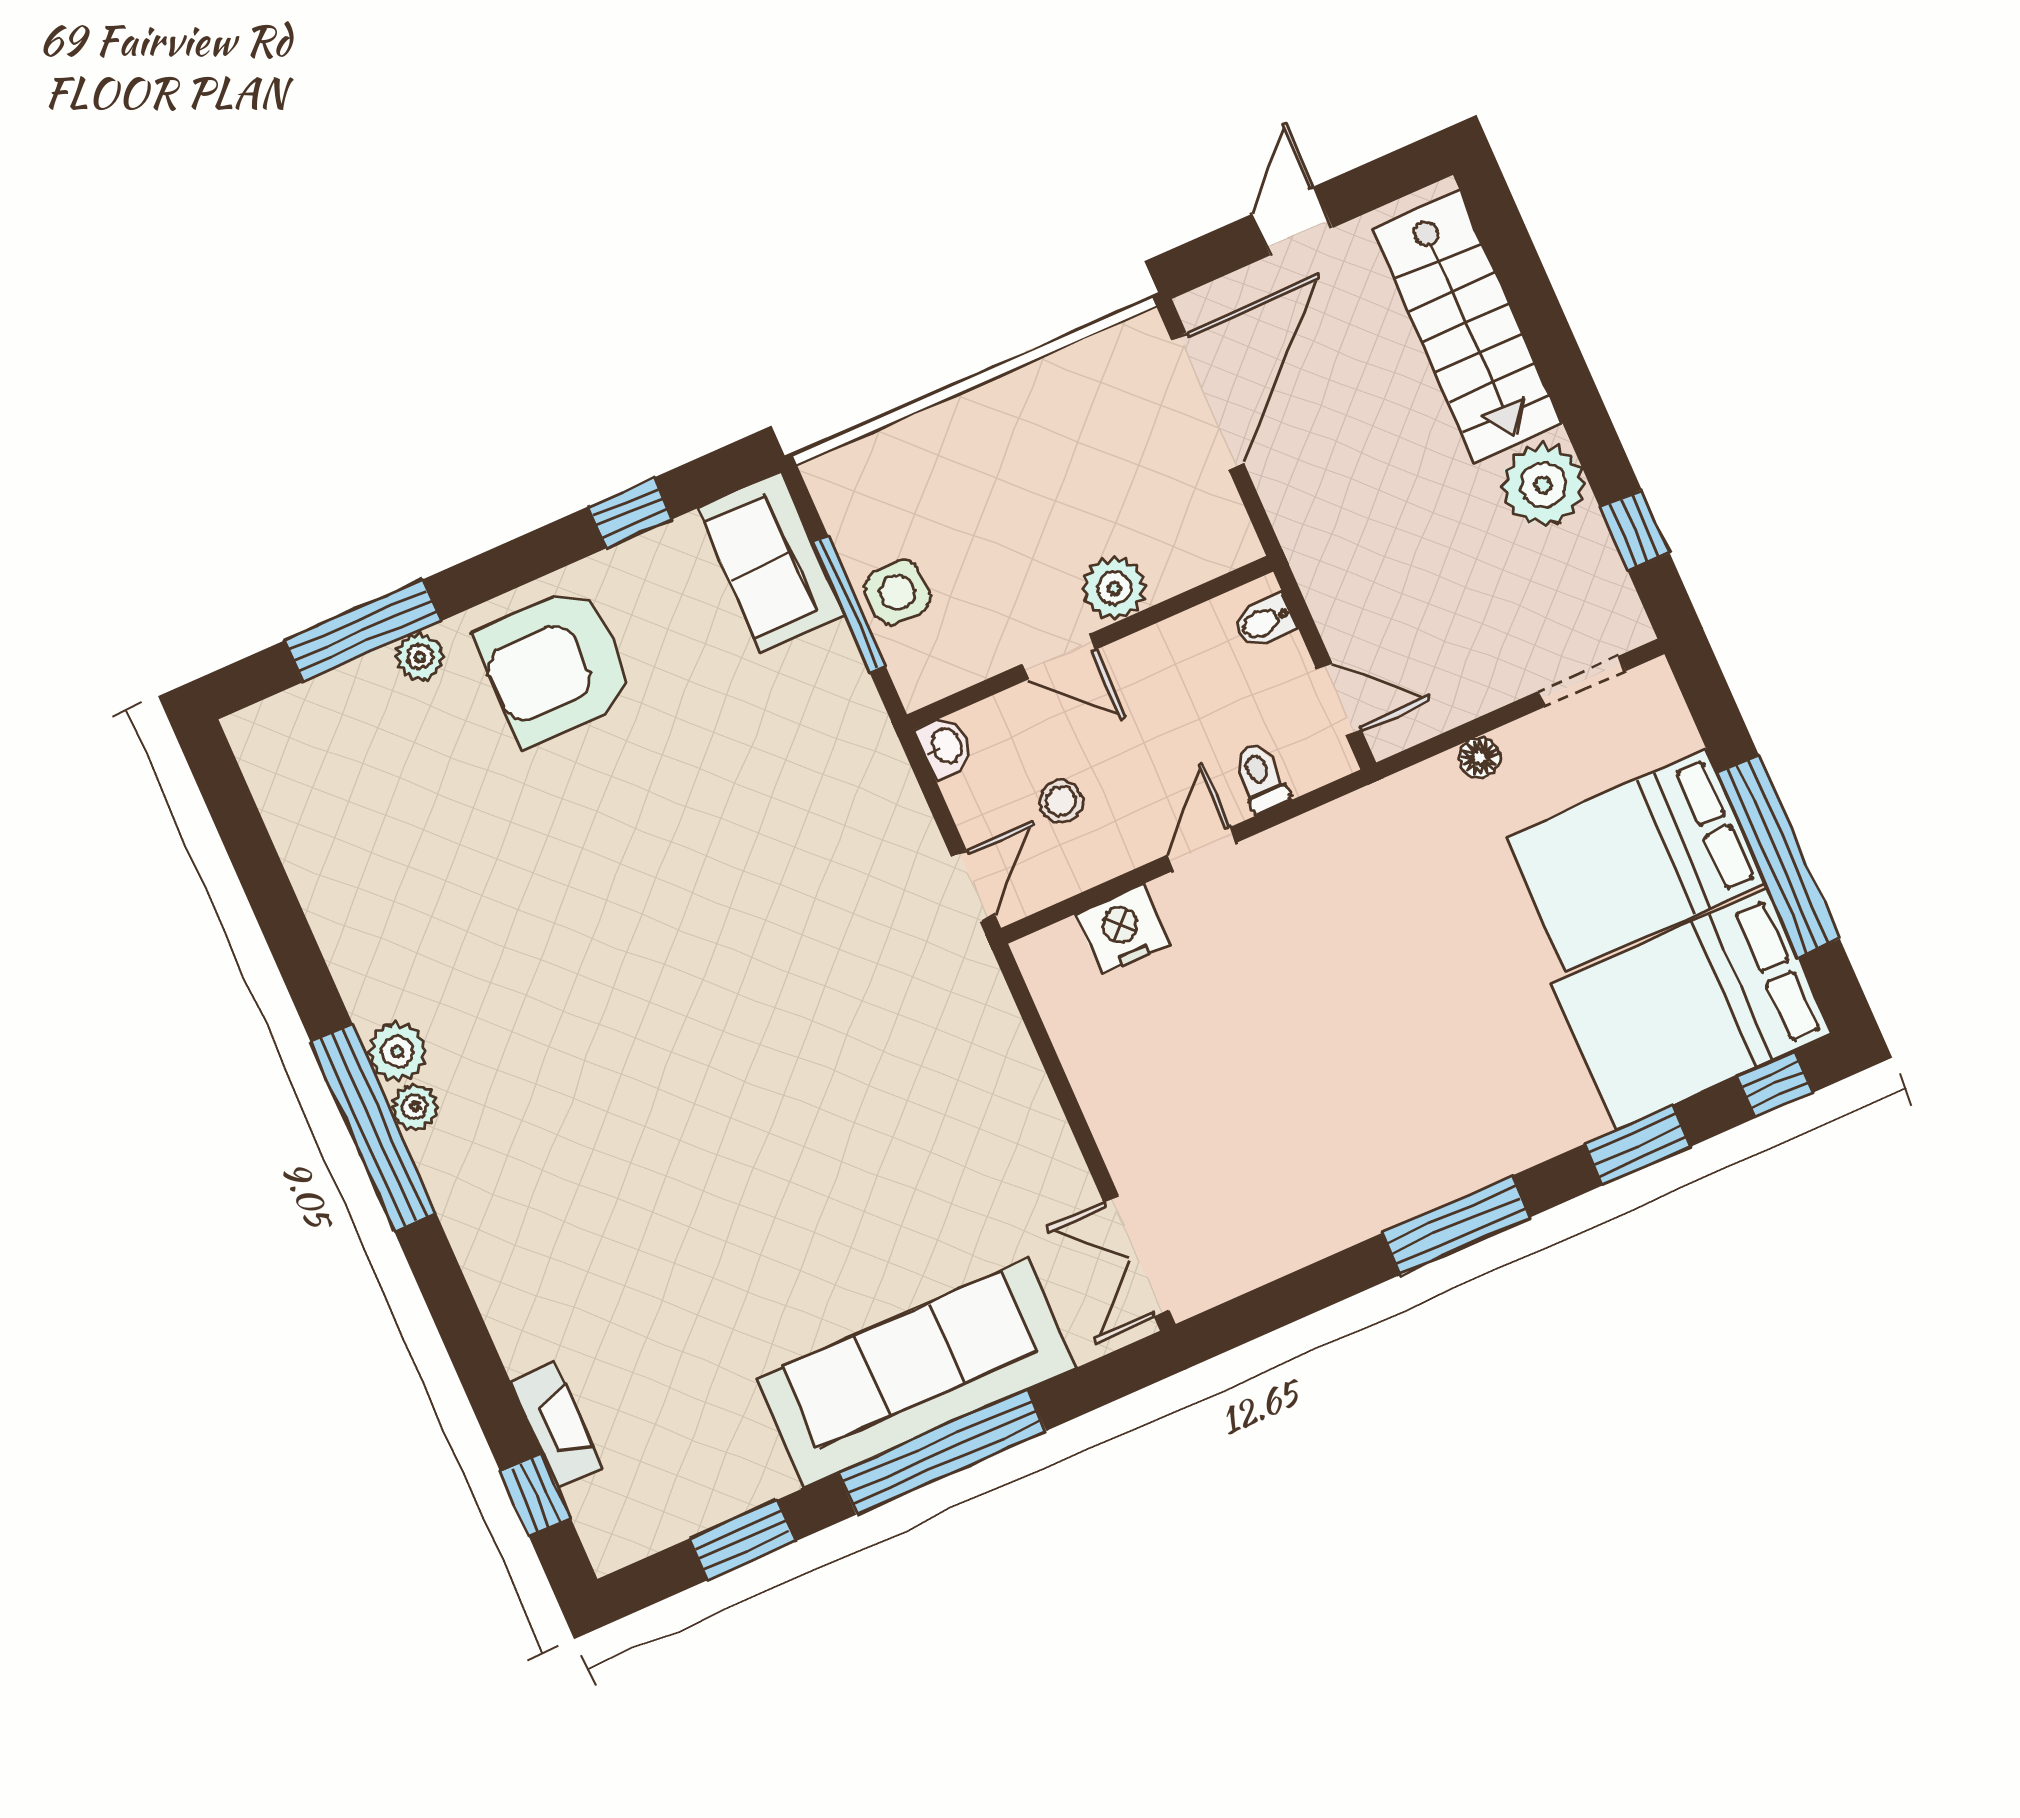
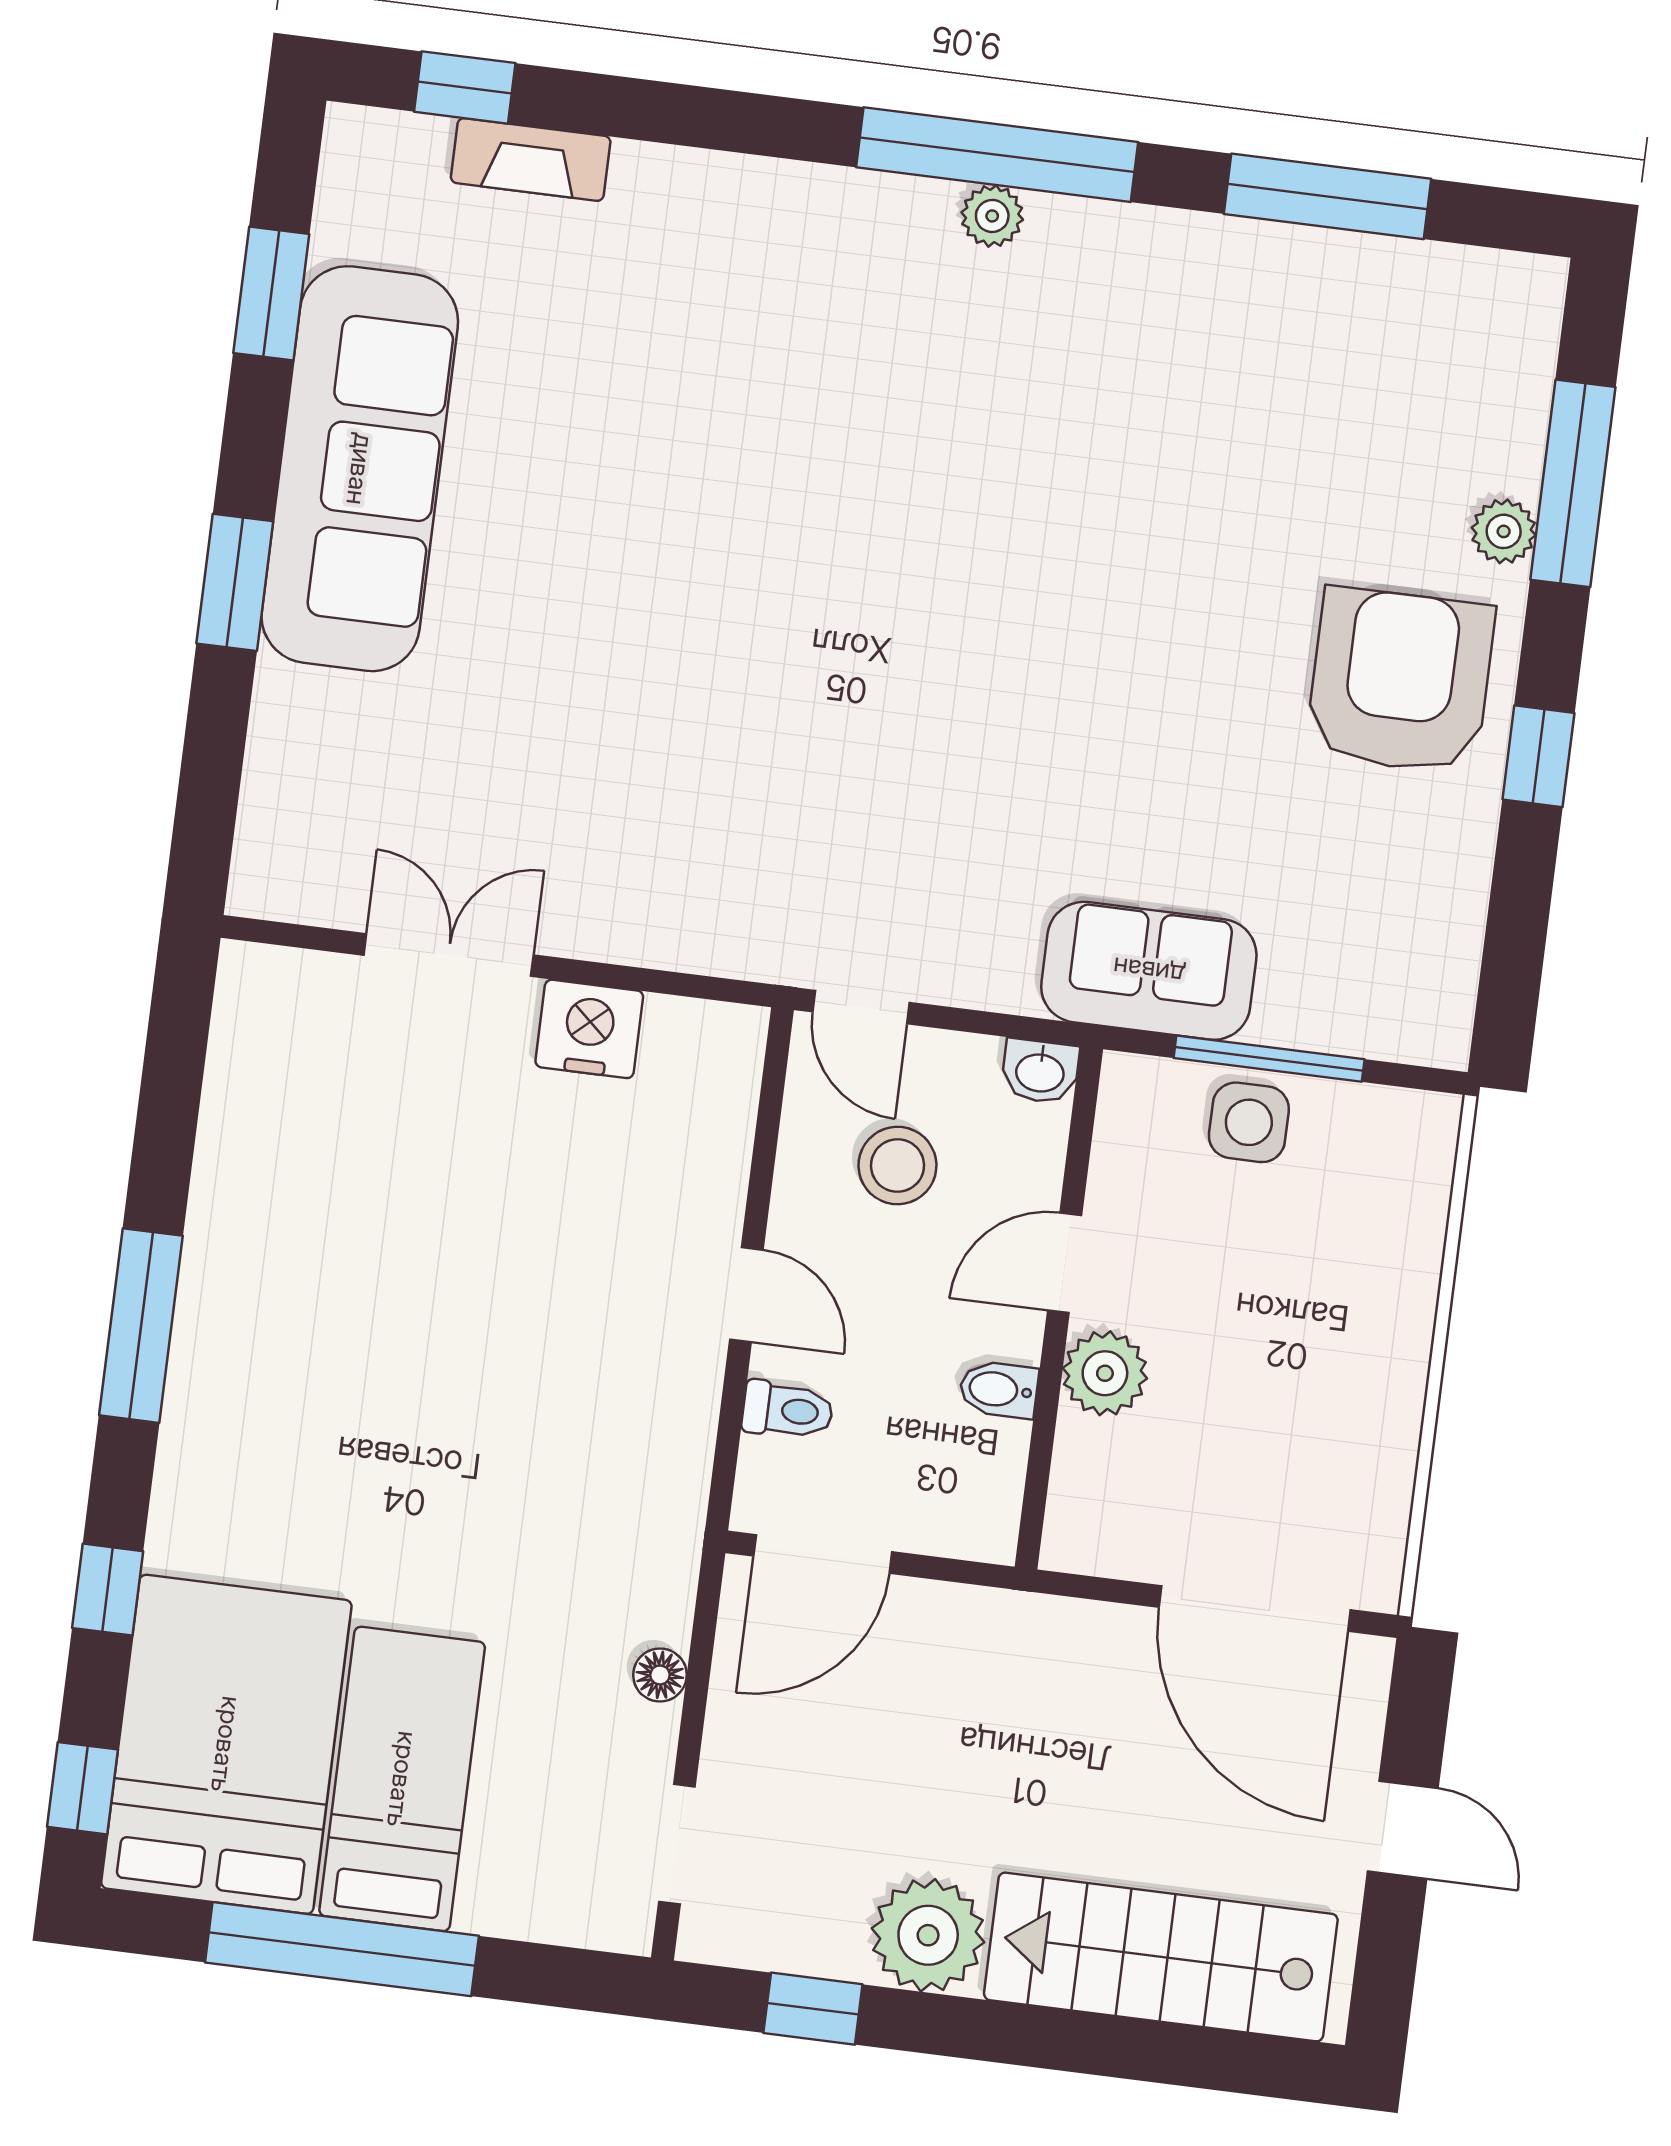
window: (630, 513) -> (1538, 756), moved
sofa: (771, 562) -> (1149, 971), moved
bidet: (1264, 622) -> (999, 1389), moved, turned -90
door: (1339, 700) -> (823, 1554), width x1.38
stool: (1061, 801) -> (897, 1166), width x1.37, depth x1.37
bed: (1636, 860) -> (402, 1779), width x0.67
window: (273, 899) -> (1327, 196), added
nightstand: (1122, 929) -> (589, 1029), moved, turned -90
plant: (397, 1052) -> (1067, 234), removed
window: (1638, 1145) -> (108, 1590), width x0.67
double door: (1136, 1256) -> (449, 955), moved
sofa: (916, 1374) -> (360, 469), moved
window: (942, 1452) -> (235, 582), width x0.47

